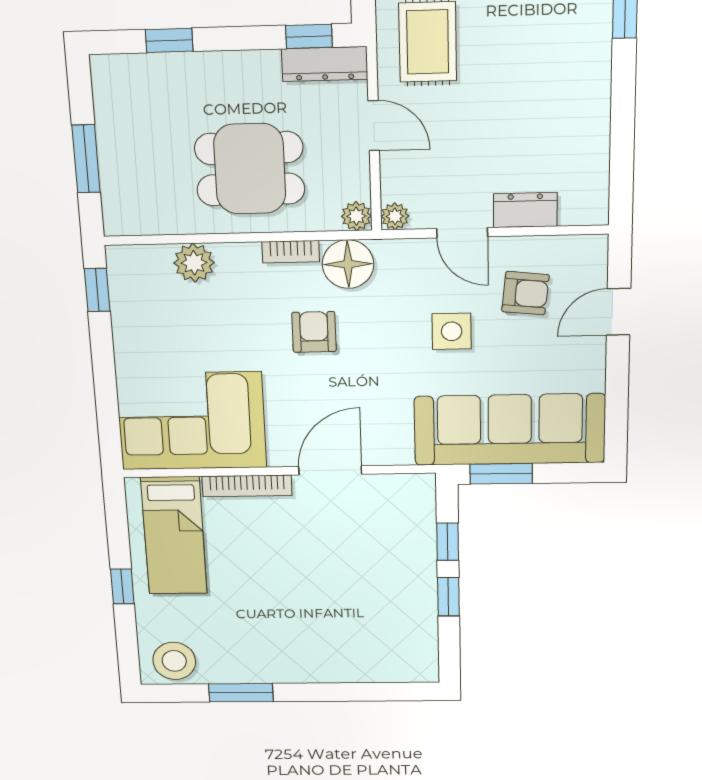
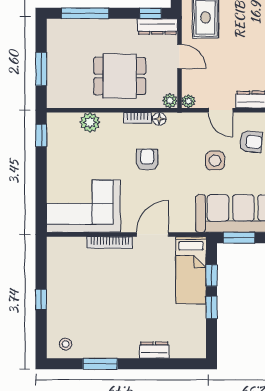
window: (169, 40) -> (85, 13), width x2.17
floor lamp: (348, 264) -> (159, 119), width x0.53, depth x0.53
bed: (174, 536) -> (191, 270), moved
stool: (174, 661) -> (66, 344), width x0.53, depth x0.53
dresser: (341, 670) -> (154, 350), added

